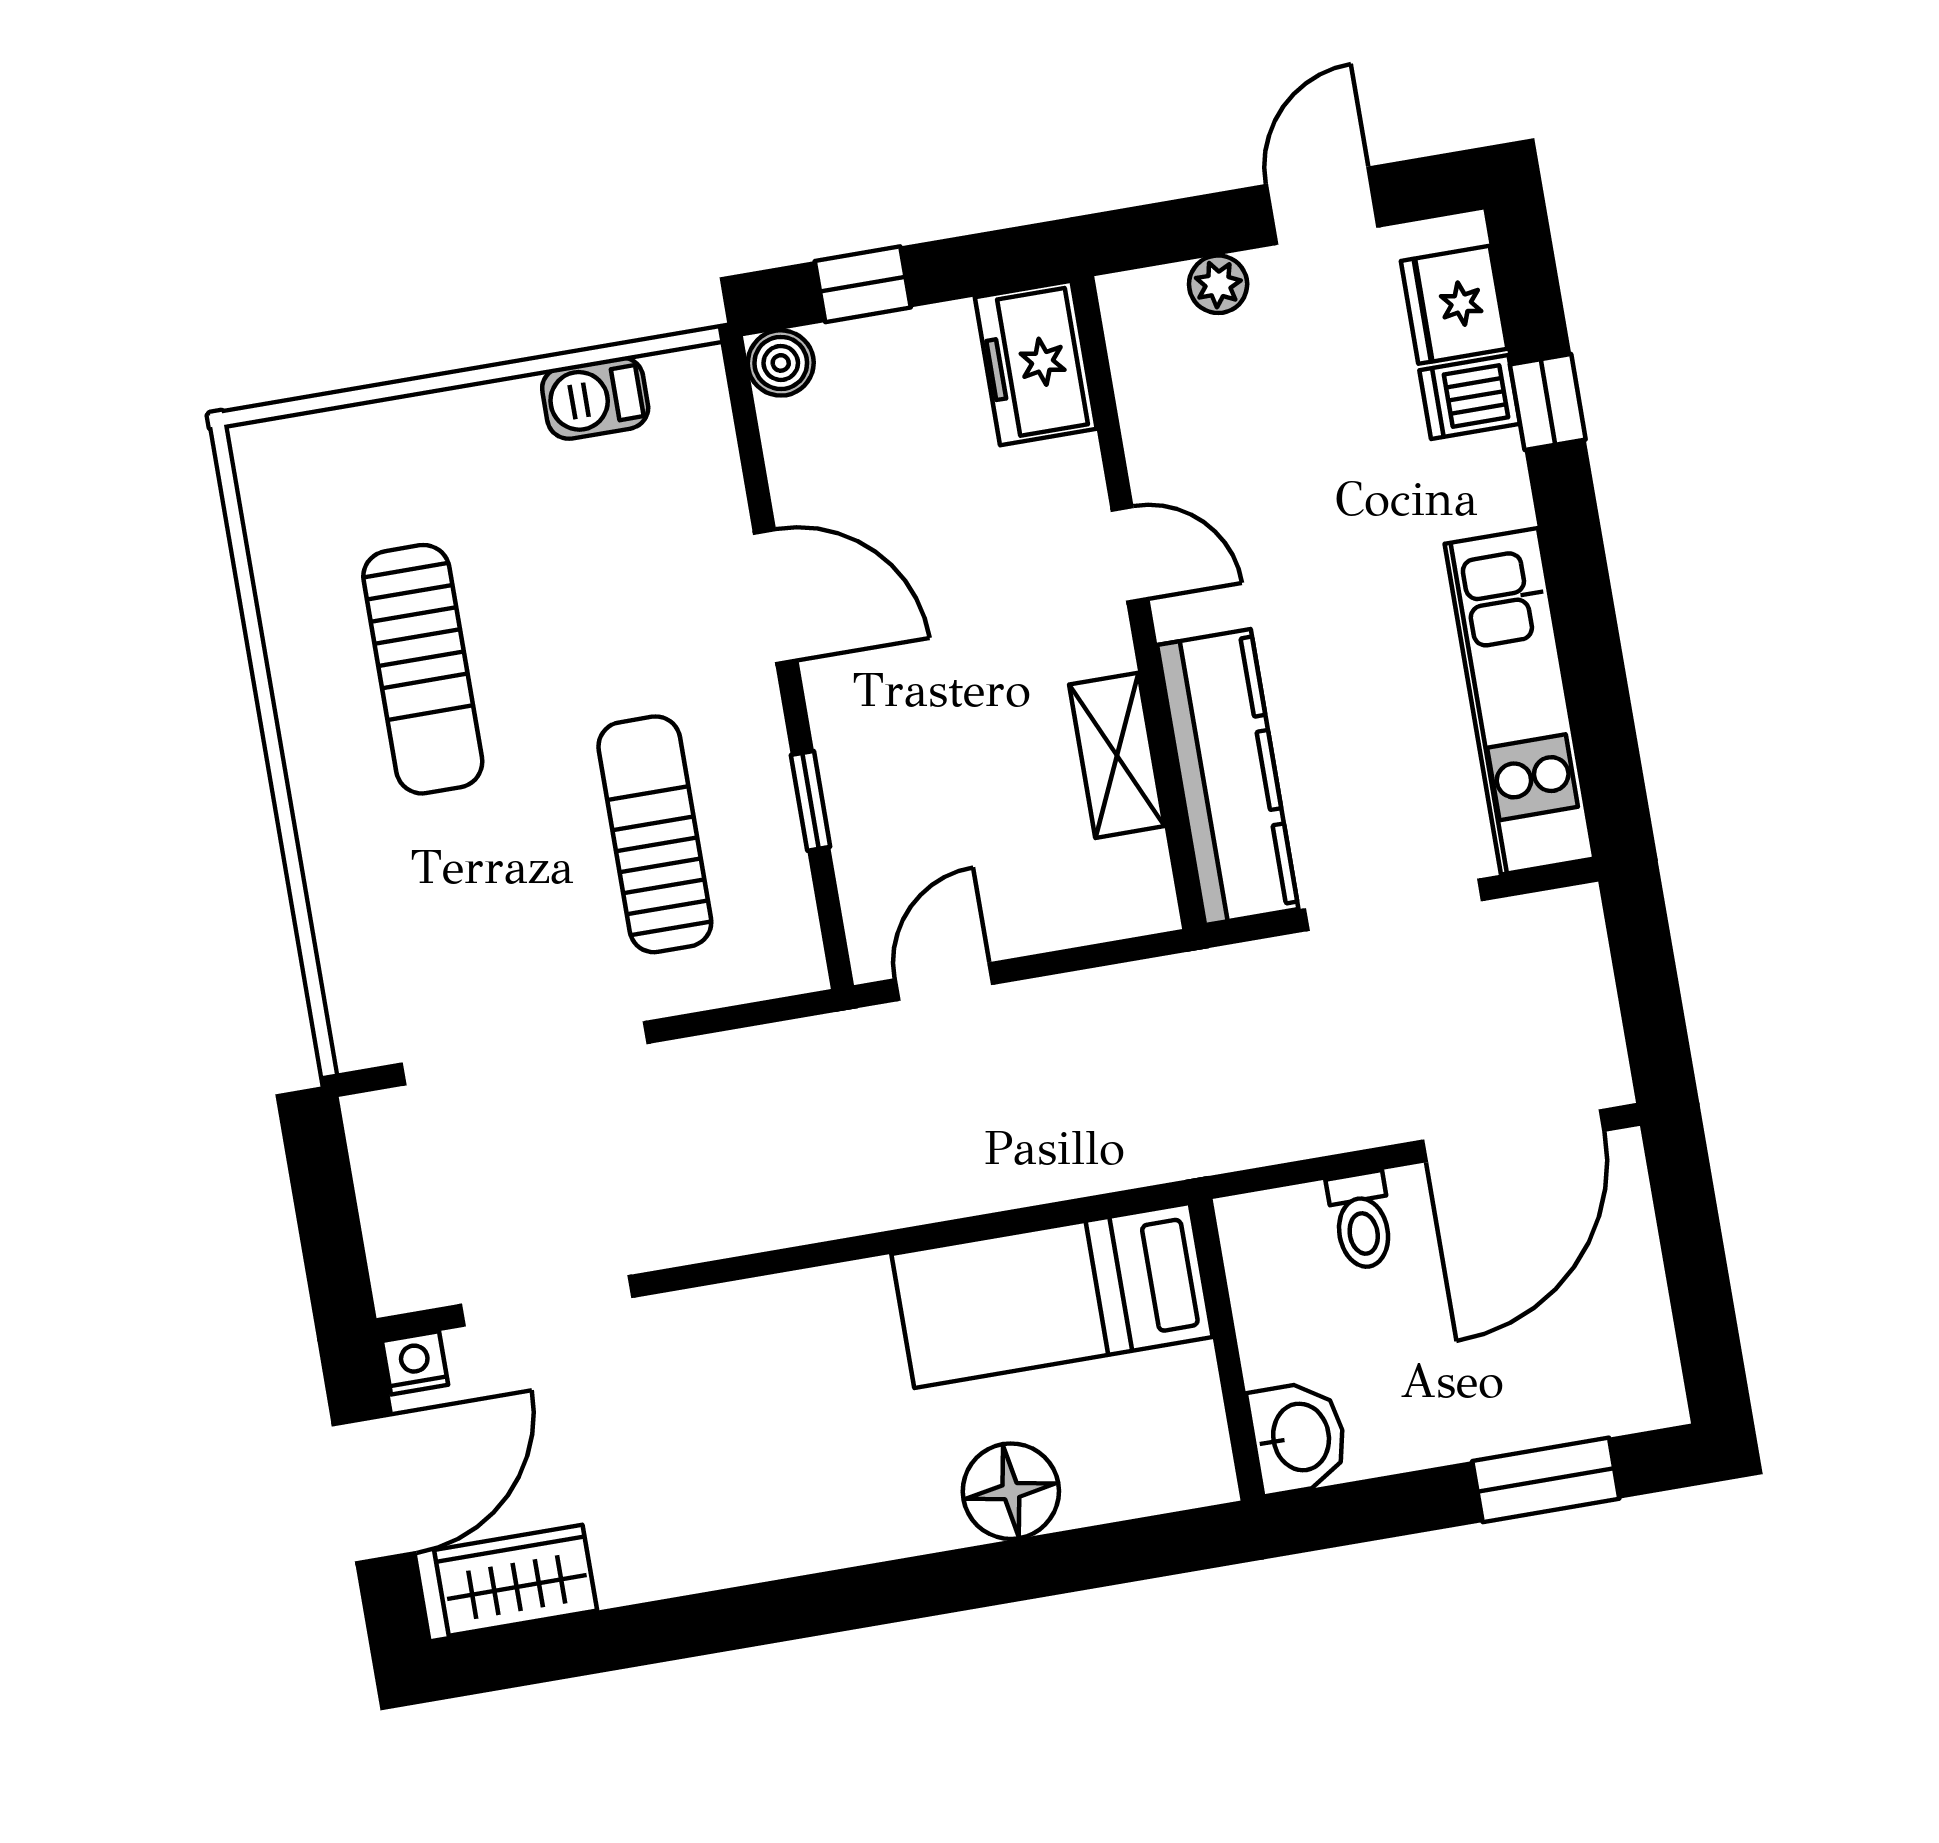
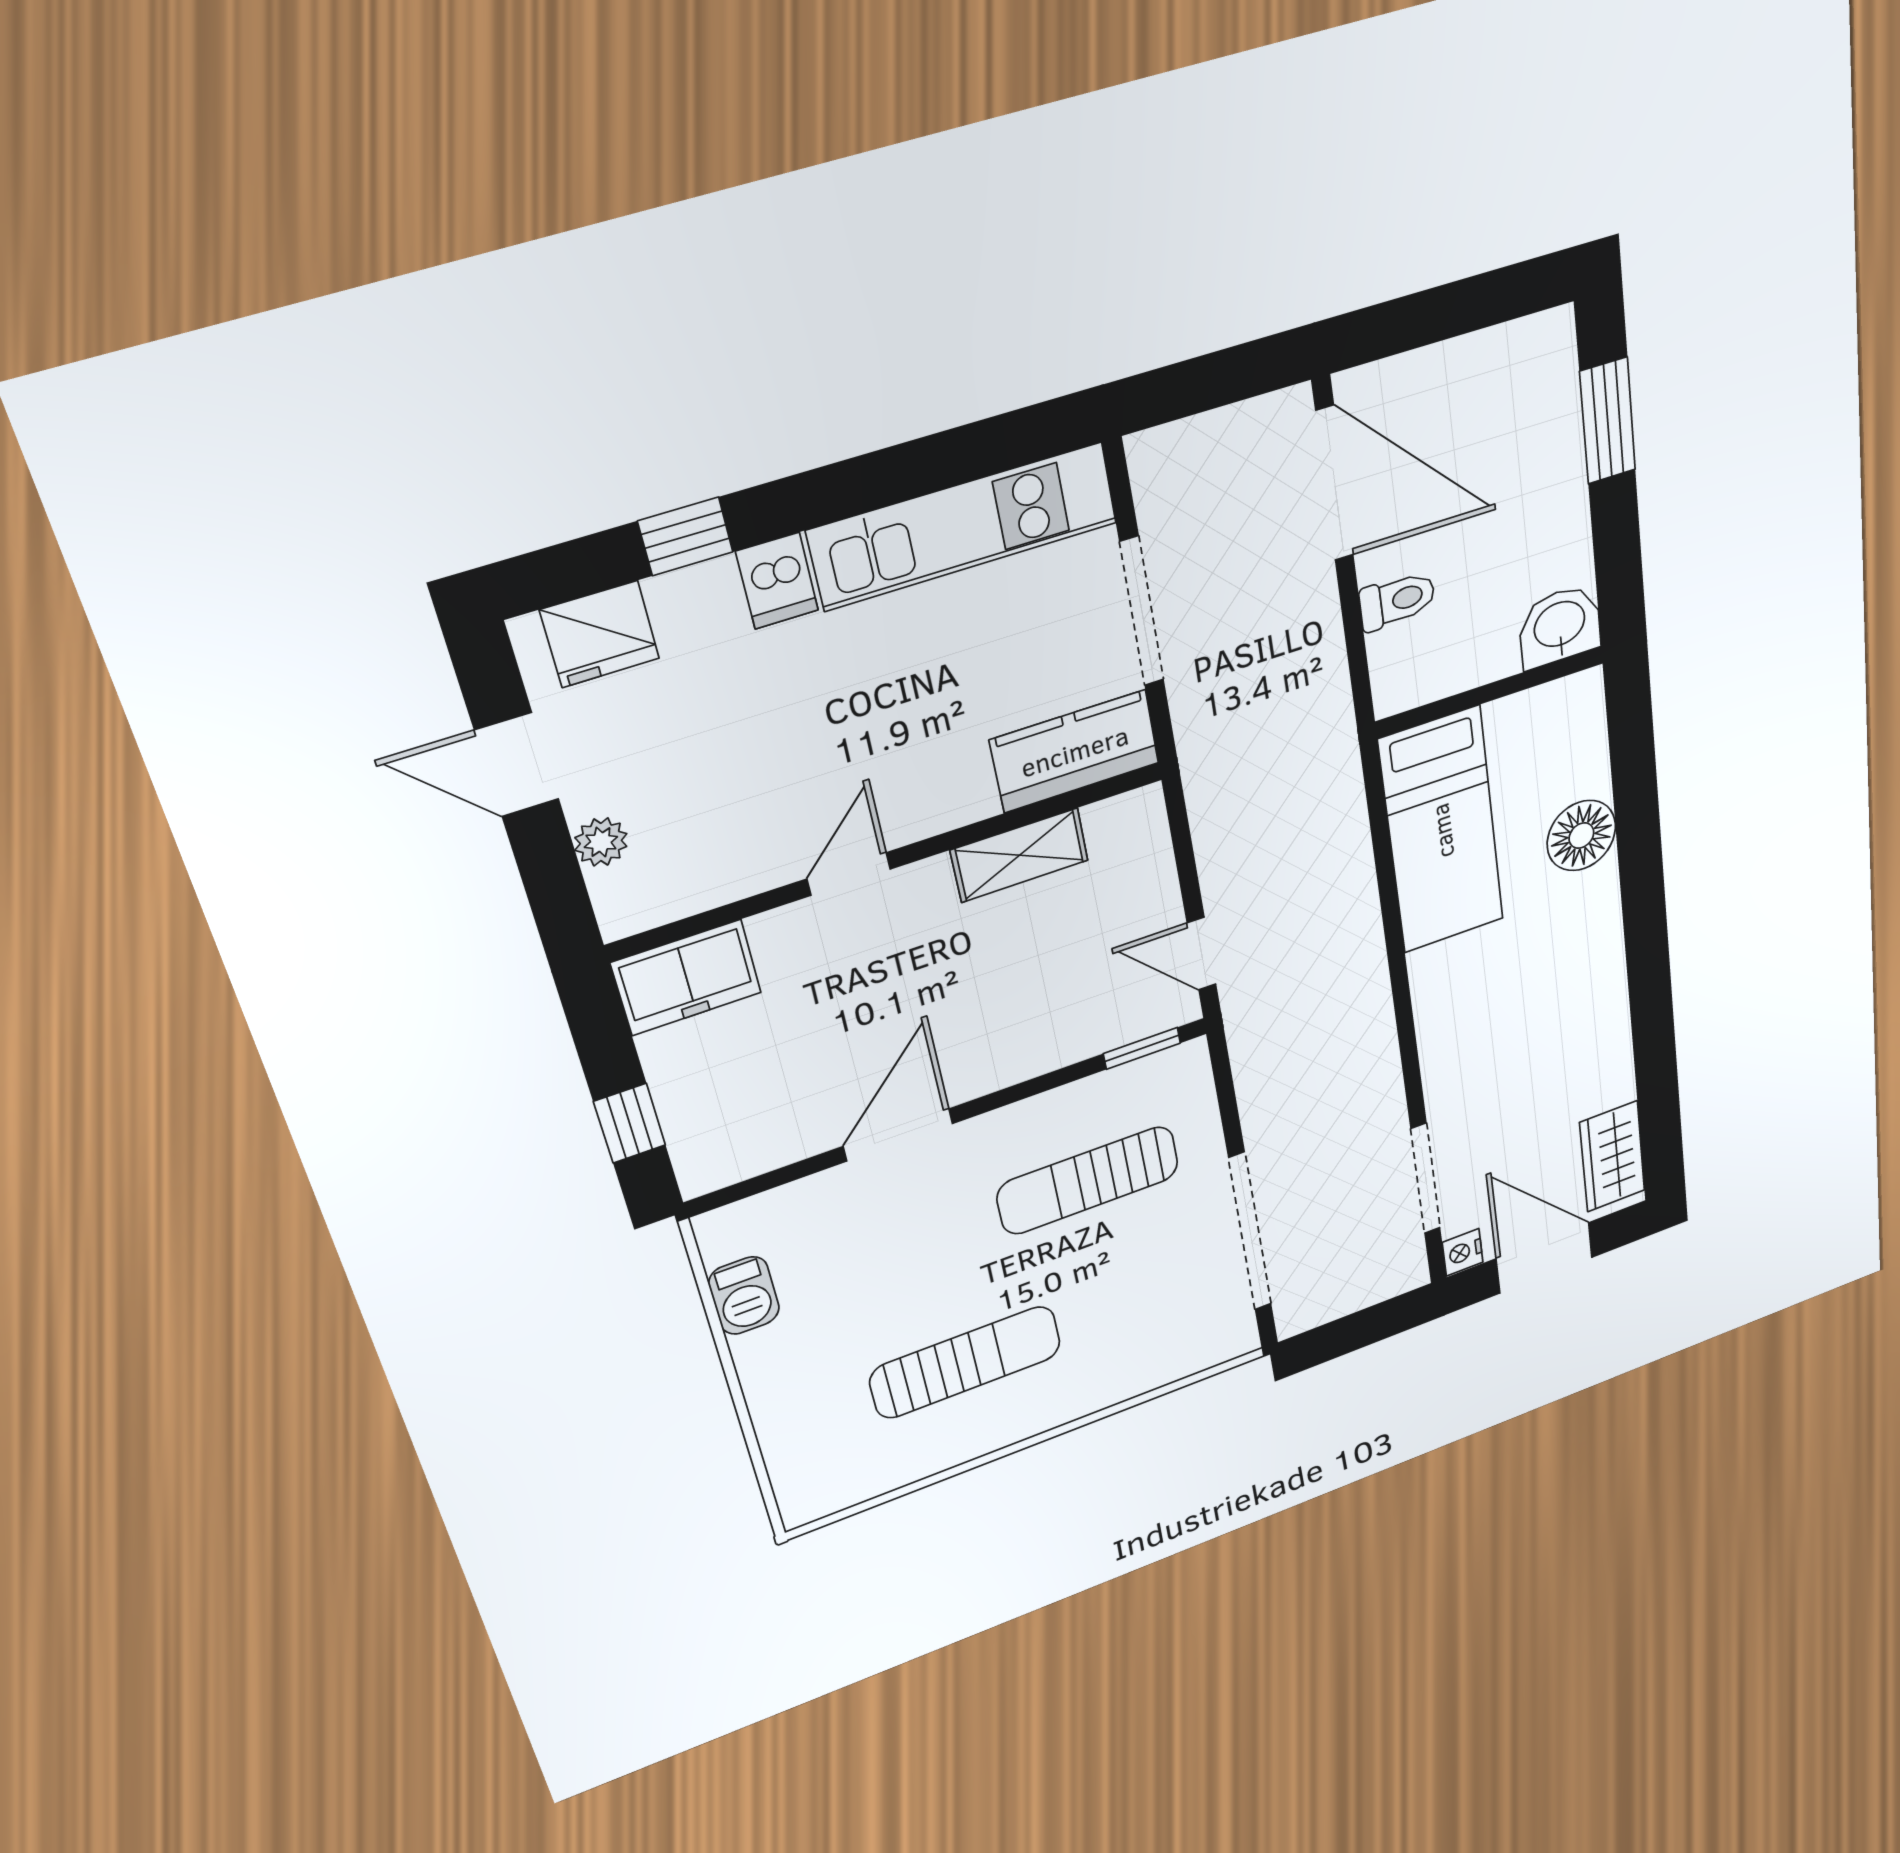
boiler: (781, 363) -> (703, 1170), removed
dishwasher: (1470, 397) -> (777, 581), moved
kitchen counter: (1228, 777) -> (1075, 751), width x0.67
window: (811, 801) -> (1142, 1048), moved

